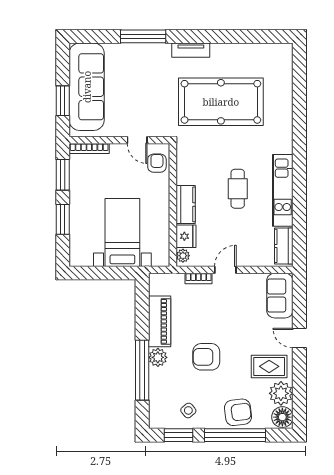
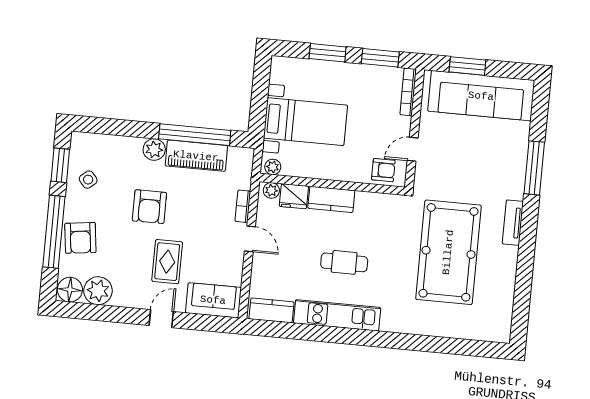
plant: (163, 256) -> (273, 167), added
armchair: (206, 357) -> (149, 207), turned 180
rug: (269, 366) -> (167, 262), moved
window: (142, 370) -> (195, 135), moved

